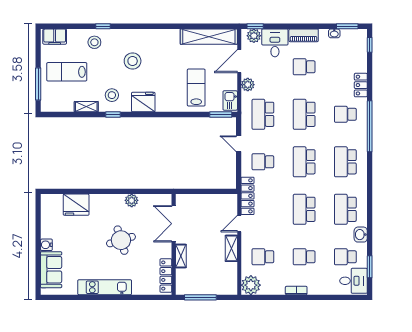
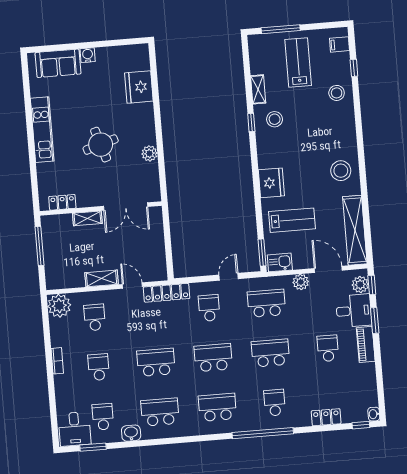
window: (103, 26) -> (354, 68), moved
window: (347, 26) -> (375, 320), moved
washbasin: (334, 33) -> (374, 414), moved
filing cabinet: (55, 37) -> (340, 44), width x0.50
stool: (133, 61) -> (341, 171), moved
locker: (361, 85) -> (326, 417), moved
fridge: (143, 102) -> (271, 183), moved
double door: (174, 224) -> (126, 206), swing flipped
locker: (166, 276) -> (62, 202), width x0.66

